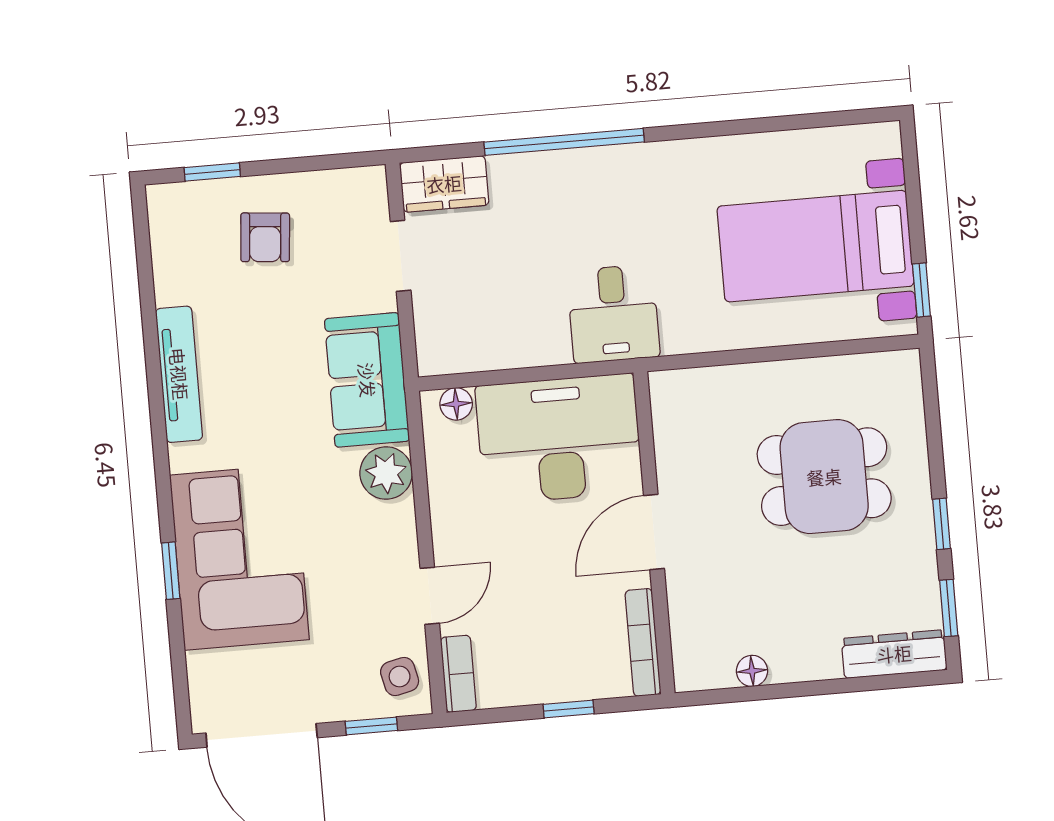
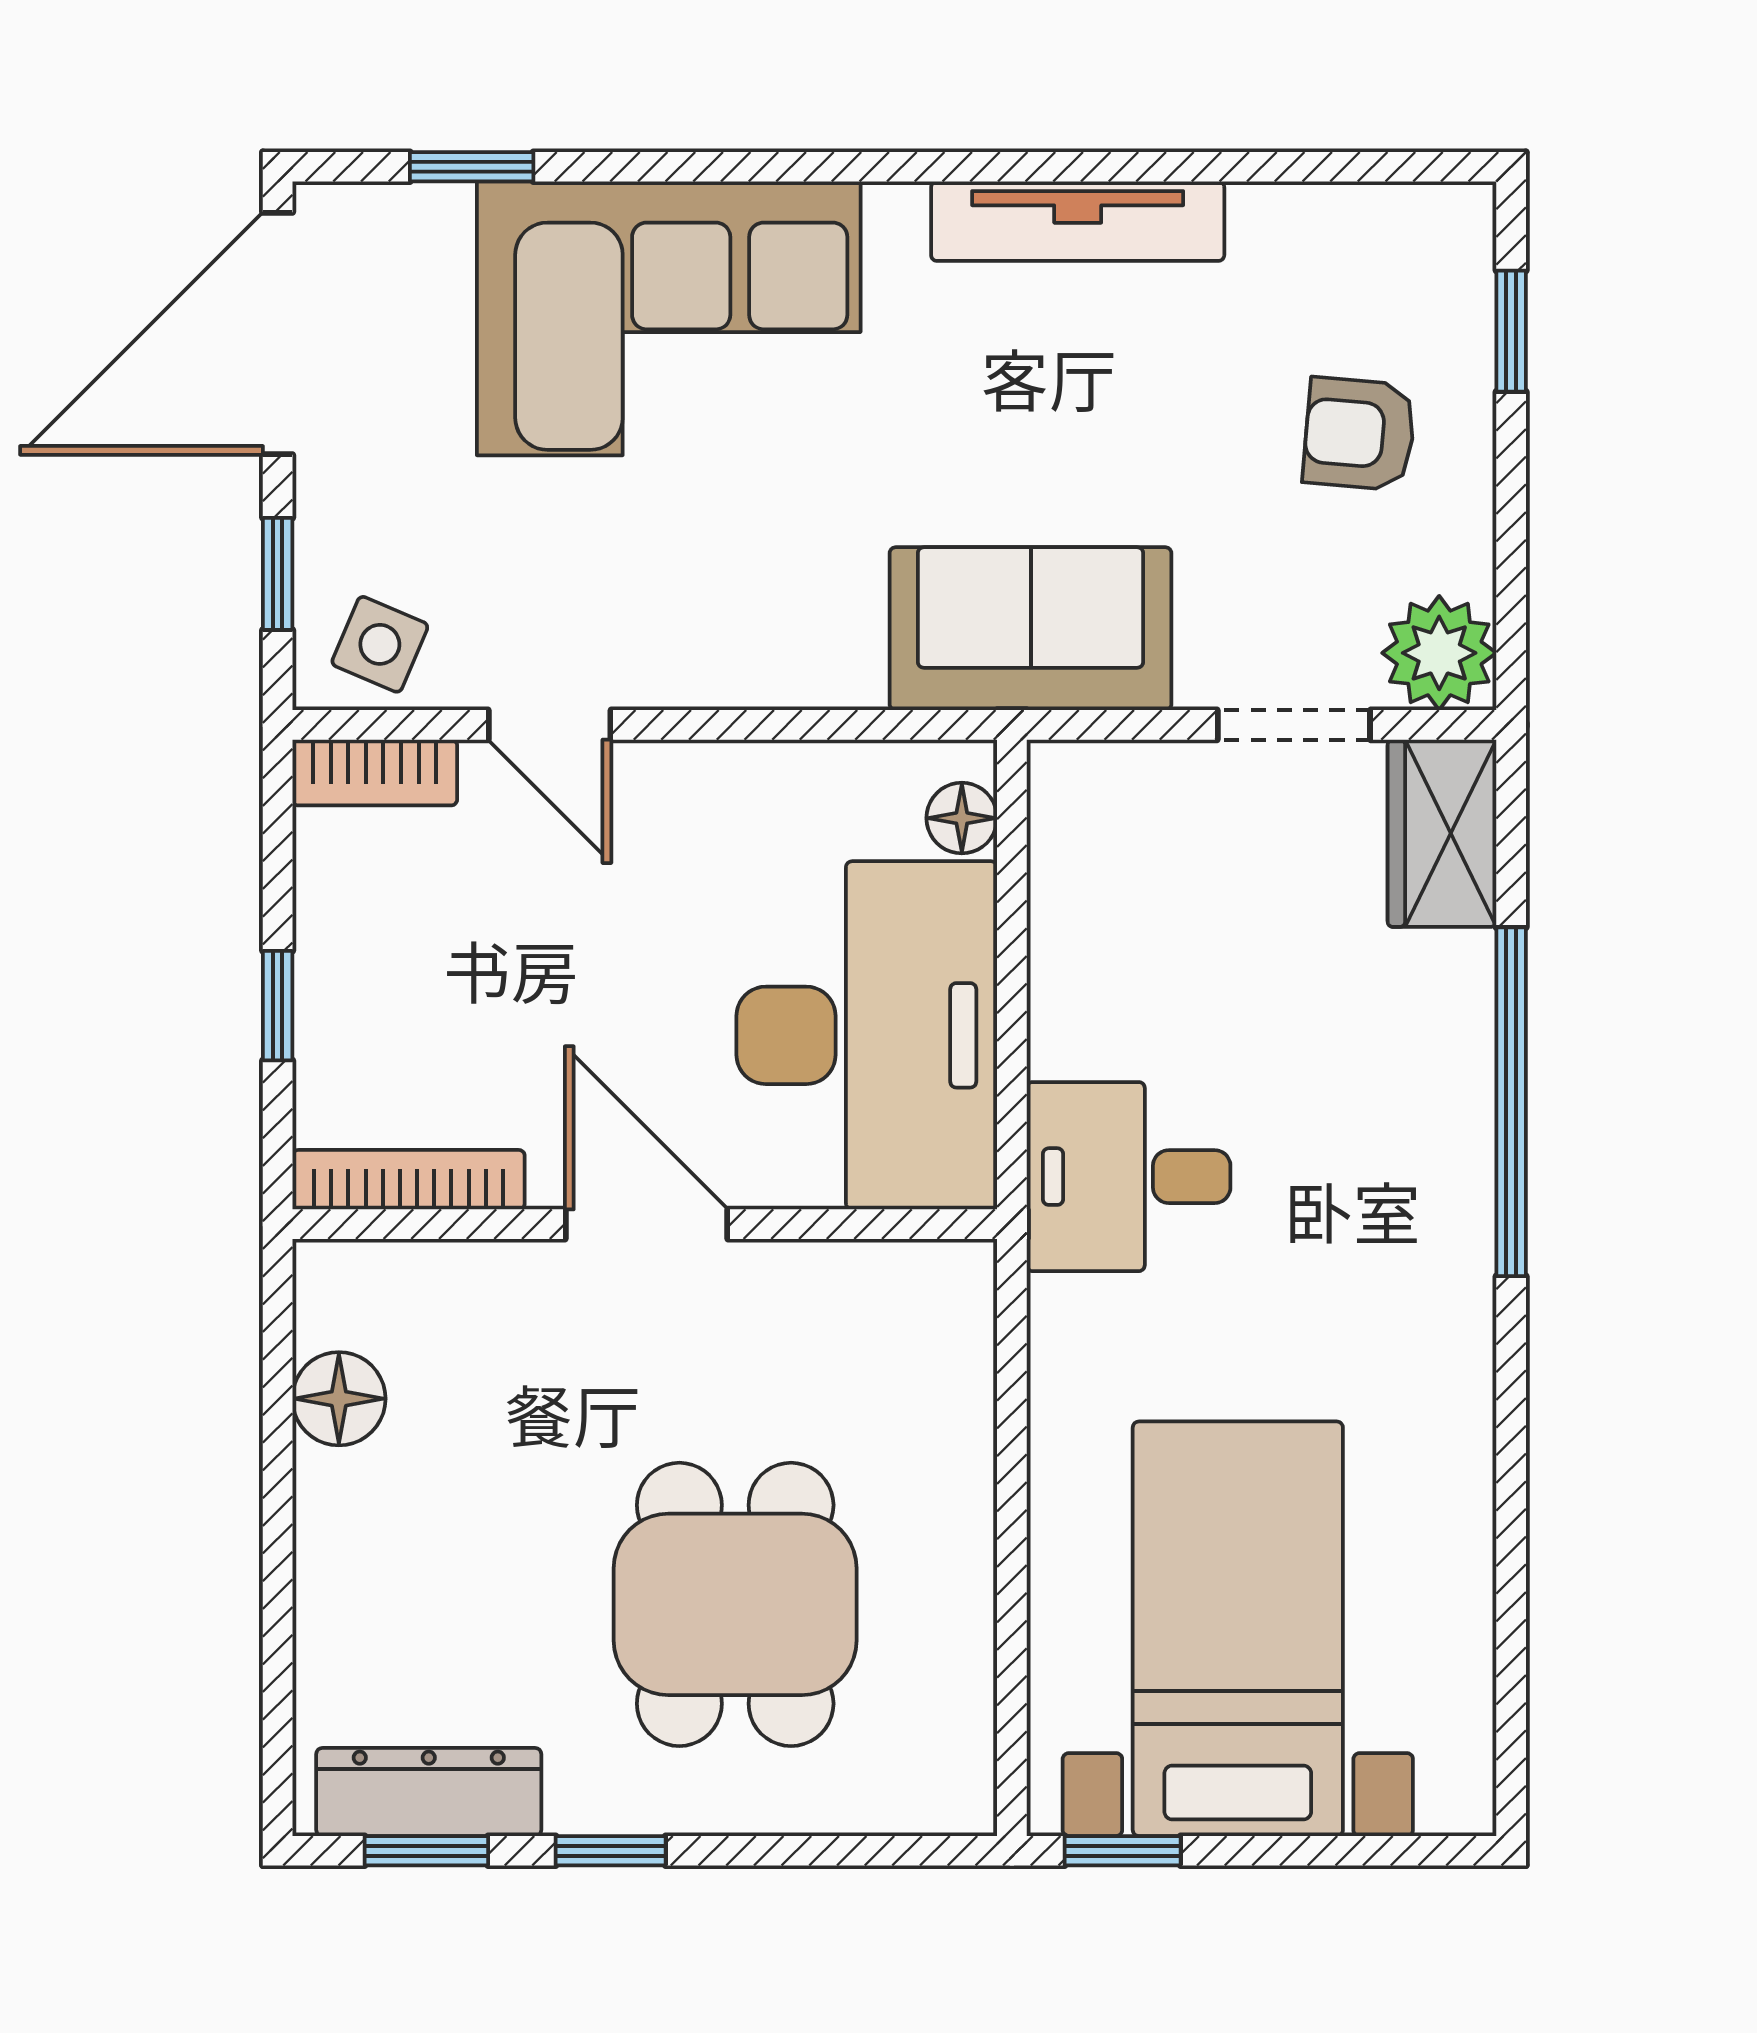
plant: (386, 473) -> (1439, 653), moved
window: (171, 571) -> (472, 167), moved
dresser: (894, 654) -> (429, 1792), moved, turned -90
floor lamp: (752, 671) -> (339, 1399), width x1.37, depth x1.37
side table: (400, 677) -> (380, 644), turned 36

